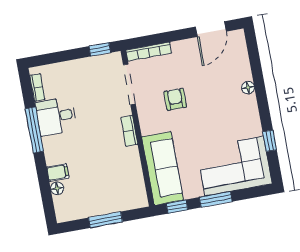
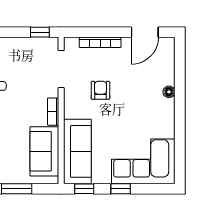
bookcase: (149, 52) -> (100, 42), moved
window: (270, 141) -> (180, 144), removed
sofa: (128, 175) -> (44, 151), added
window: (216, 199) -> (121, 189), width x0.67

